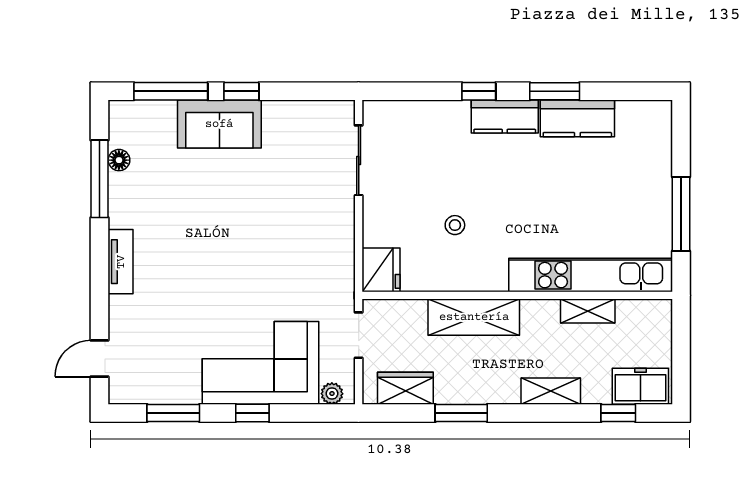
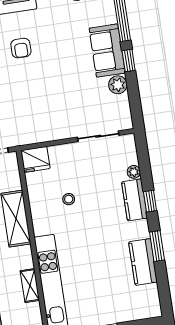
plant: (426, 111) -> (134, 172), added
plant: (279, 115) -> (118, 85), added
kitchen counter: (505, 117) -> (135, 200), moved
armchair: (194, 266) -> (21, 48), added

